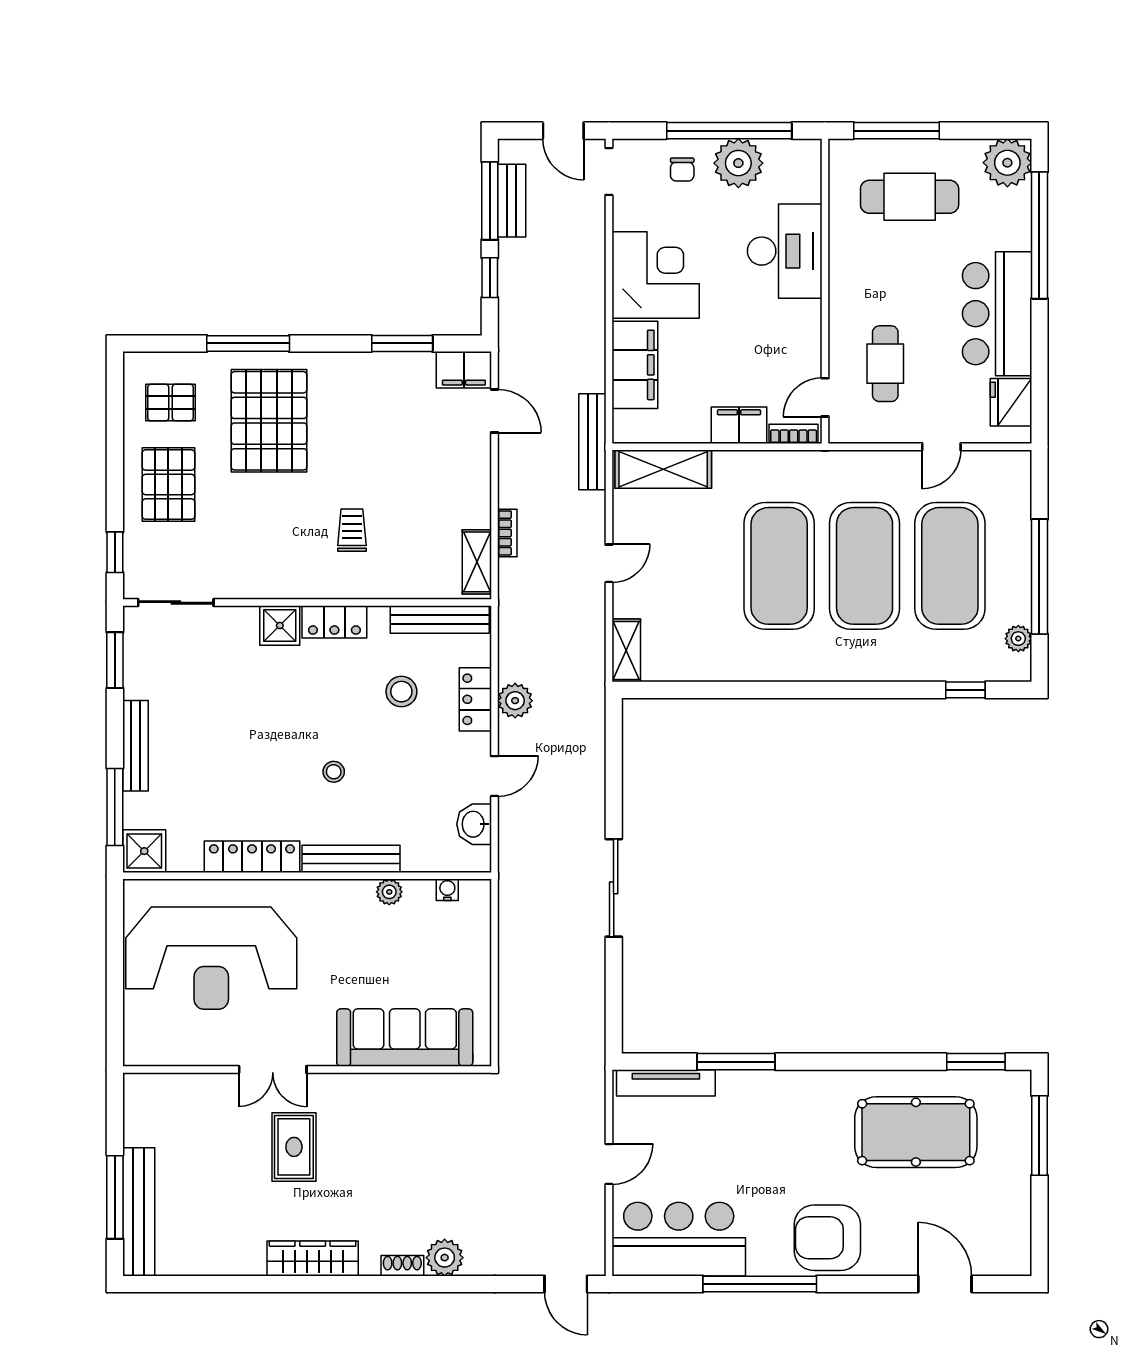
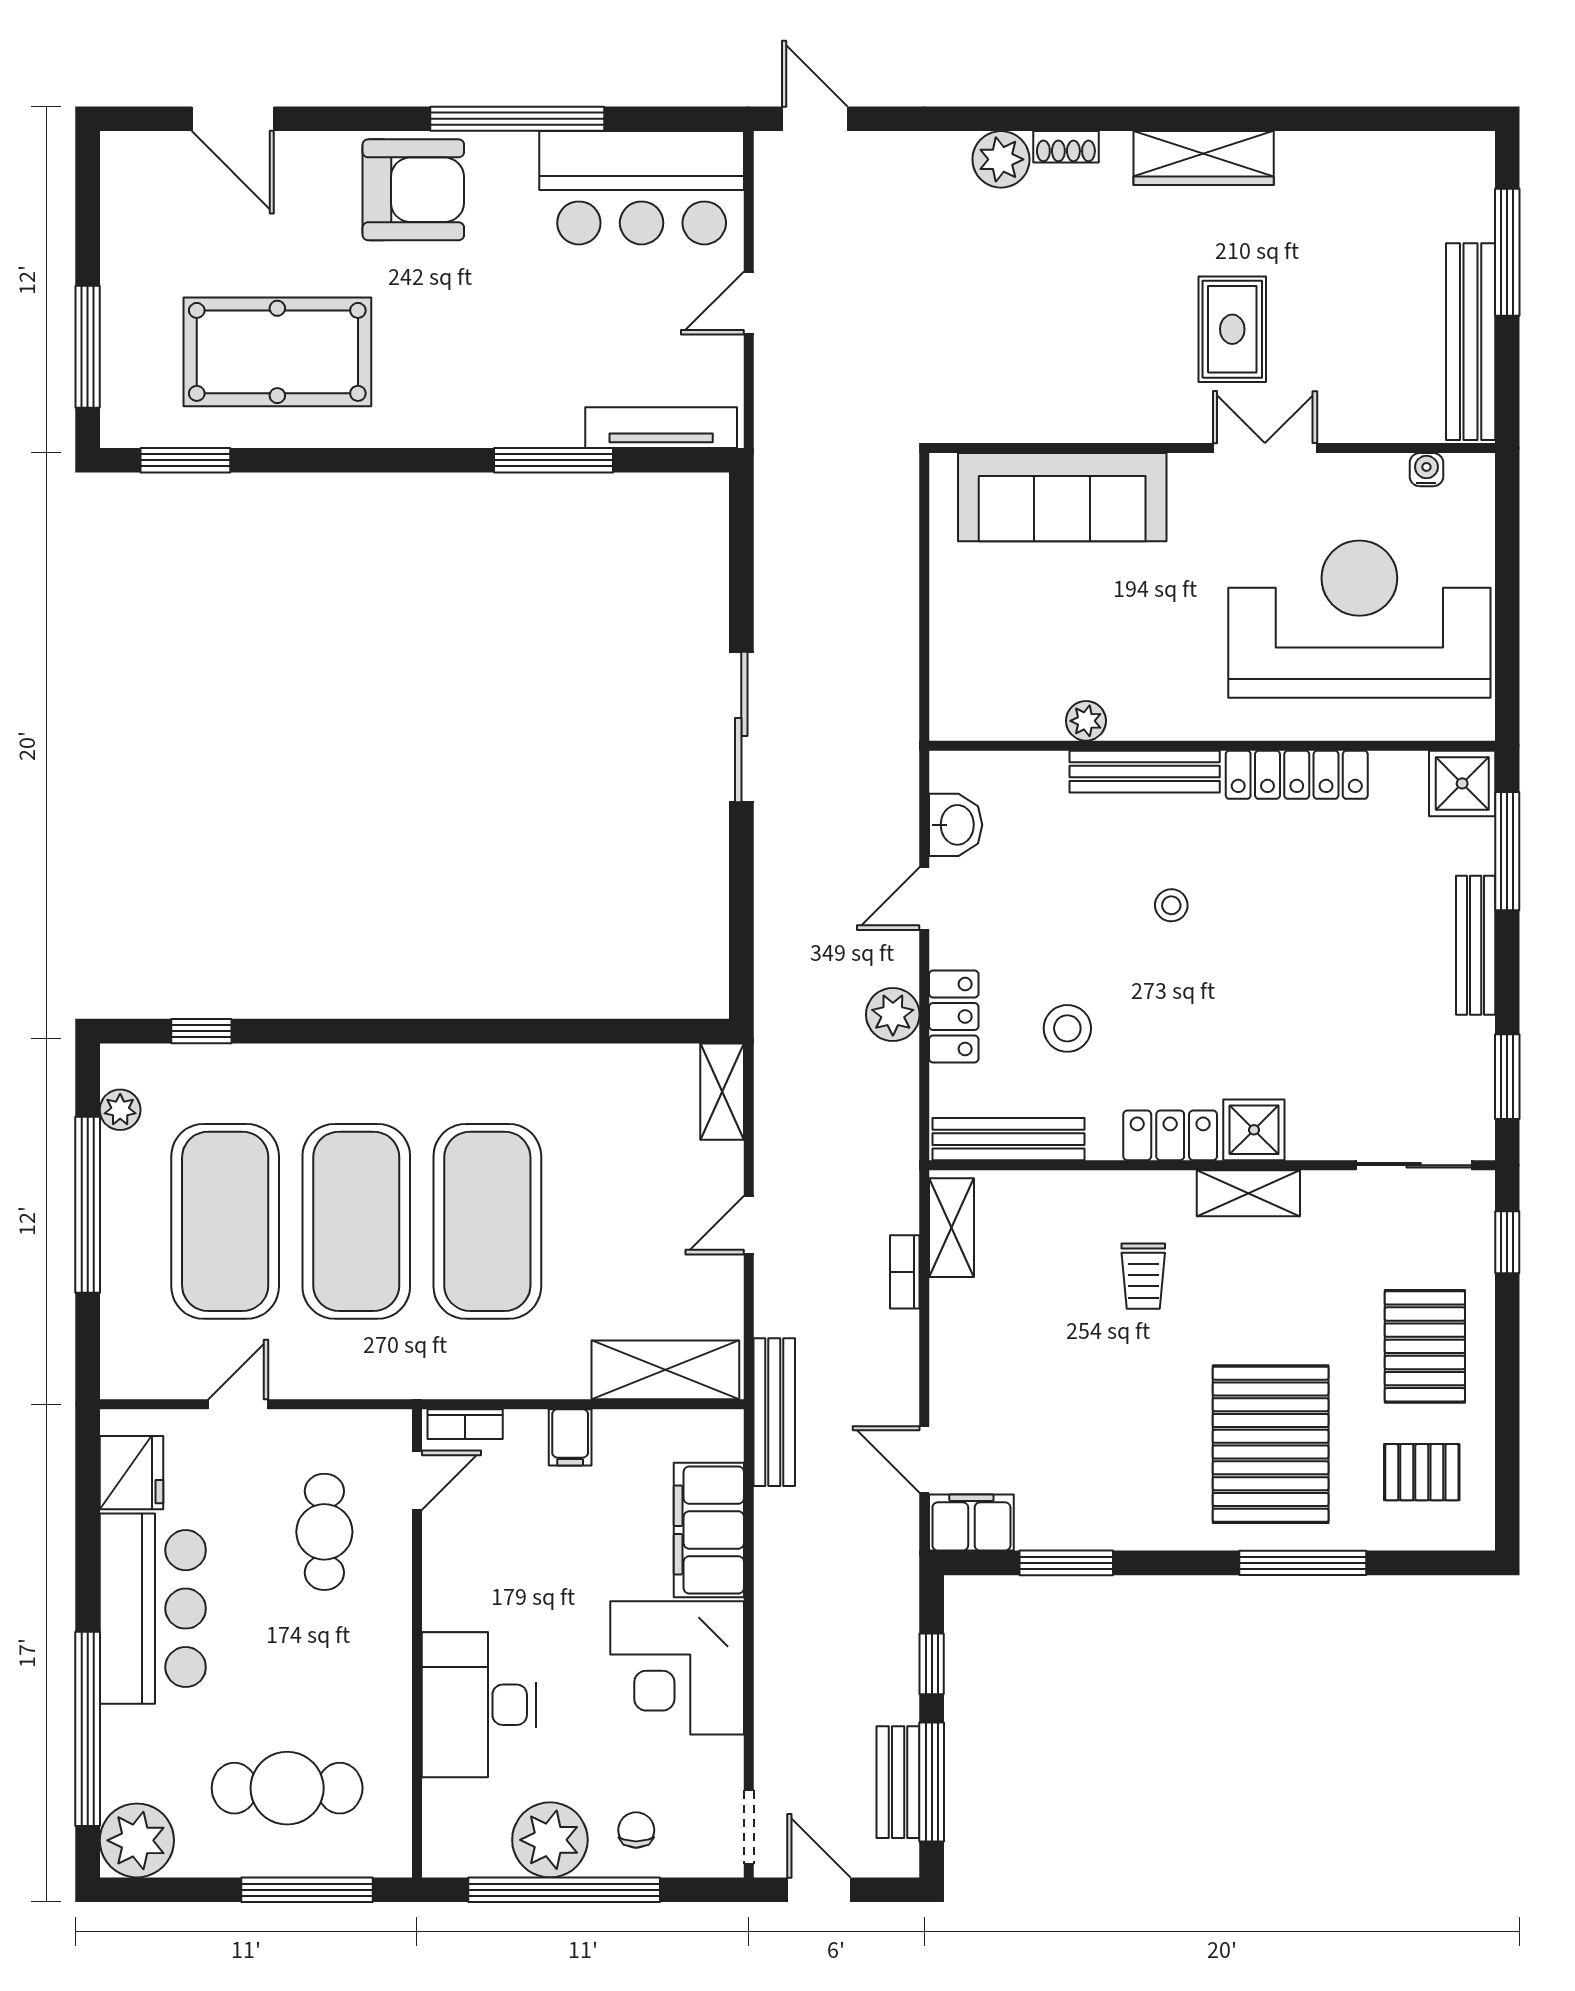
filing cabinet: (739, 425) -> (570, 1437), width x0.50
shelving: (283, 584) -> (1248, 1193), added
water cooler: (447, 890) -> (1426, 470), moved, turned 180
bench: (139, 1212) -> (1471, 342), moved

